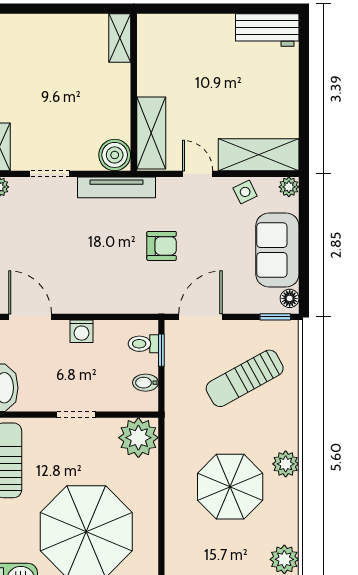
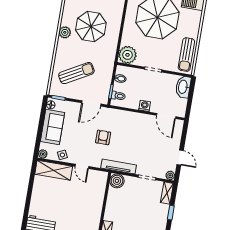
shelving: (151, 133) -> (99, 188), removed
armchair: (162, 246) -> (103, 137), turned 90

